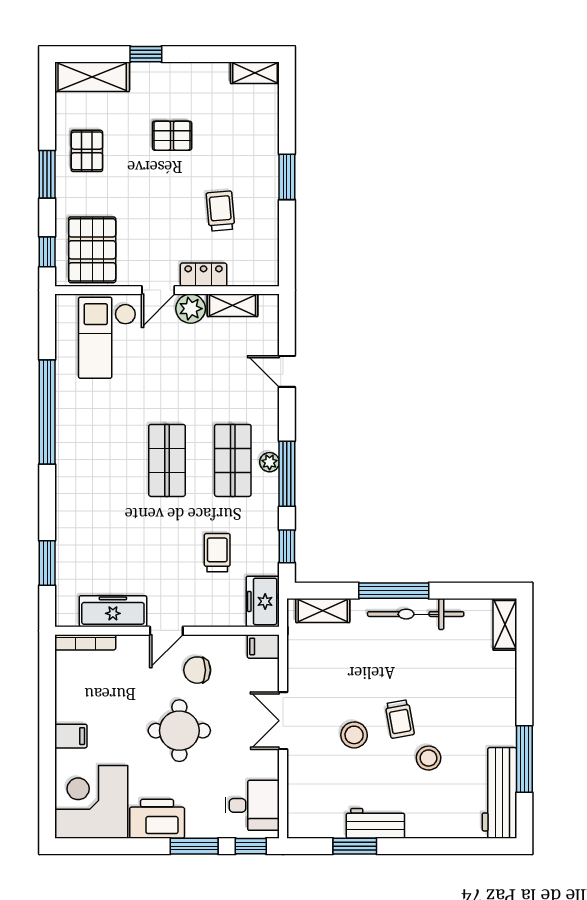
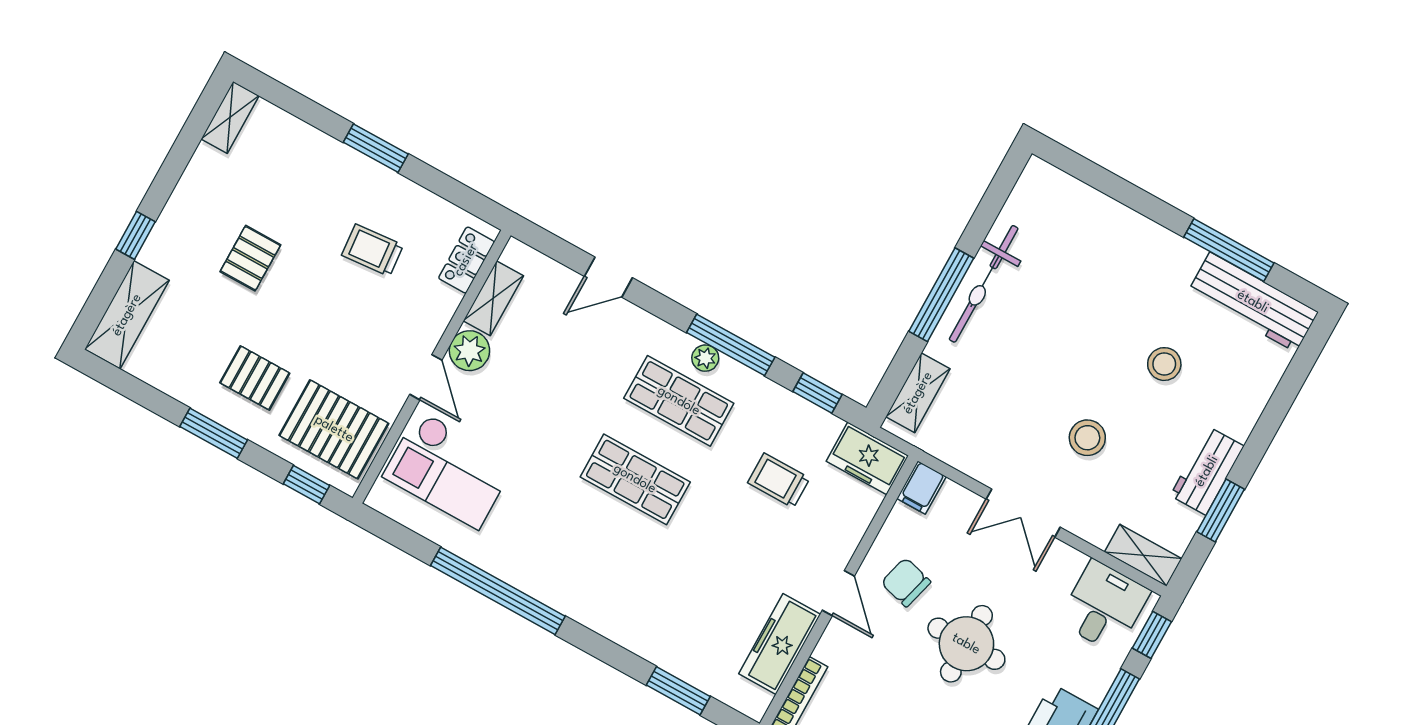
pallet: (87, 151) -> (255, 378), moved
locker: (204, 275) -> (466, 260), moved
shelving: (505, 624) -> (1143, 555), moved
chair: (197, 670) -> (906, 582), turned 105
trolley: (400, 719) -> (1099, 373), removed

